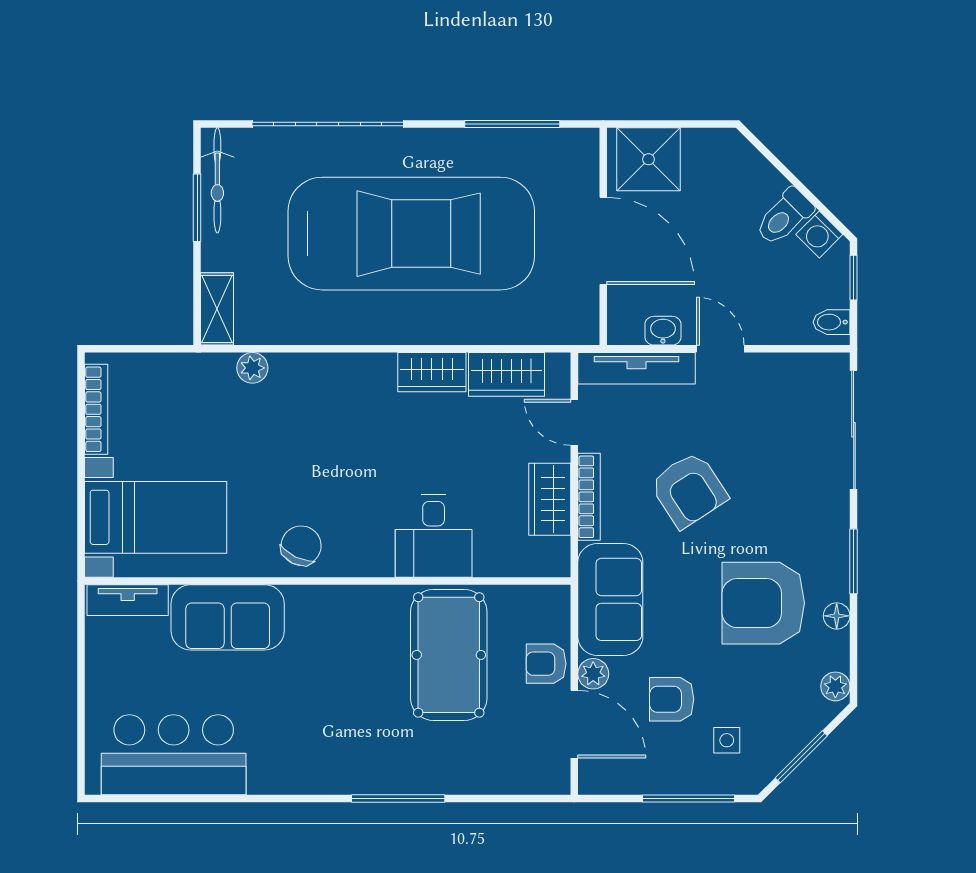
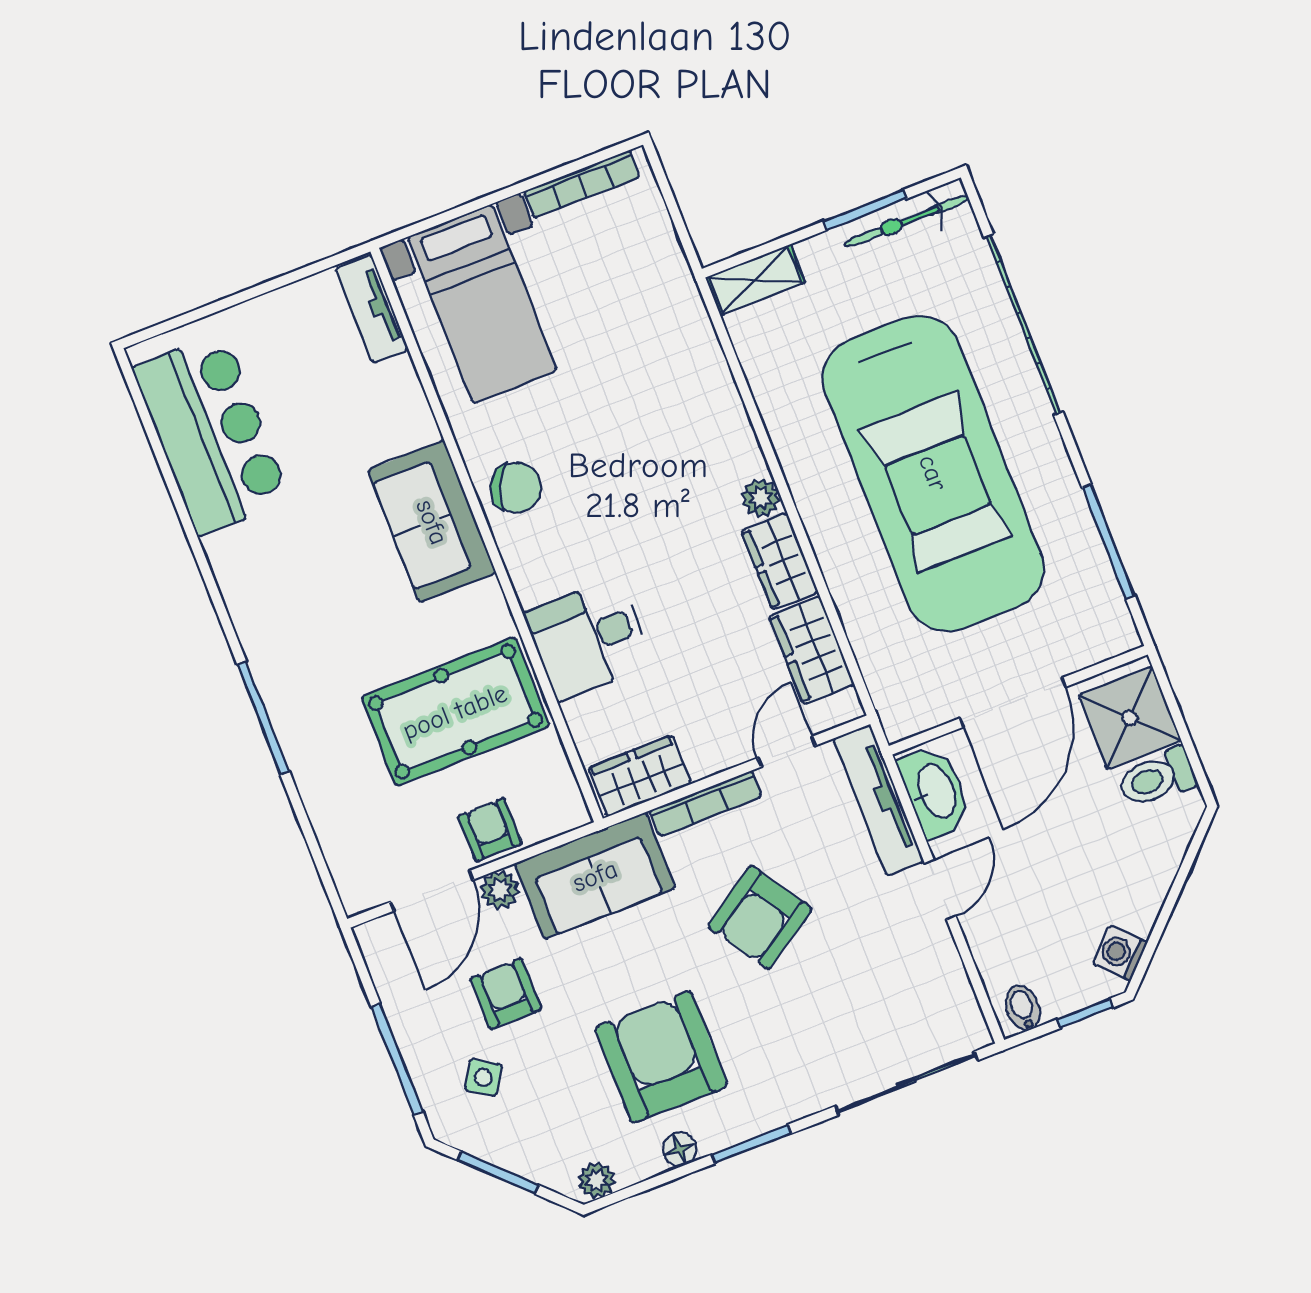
toilet: (784, 217) -> (1157, 778), moved, turned -45
washbasin: (663, 331) -> (935, 792), width x1.91, depth x1.45
plant: (252, 368) -> (761, 498), moved
wardrobe: (550, 499) -> (640, 776), moved
sofa: (228, 617) -> (432, 522), moved
side table: (727, 740) -> (483, 1077), turned 32

